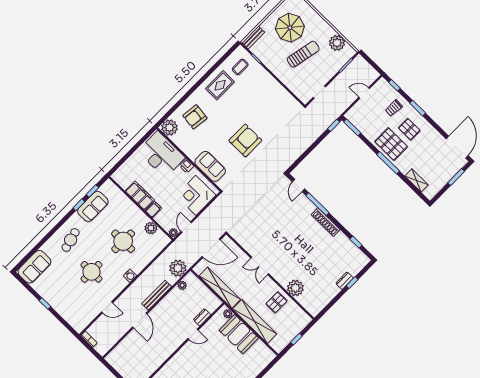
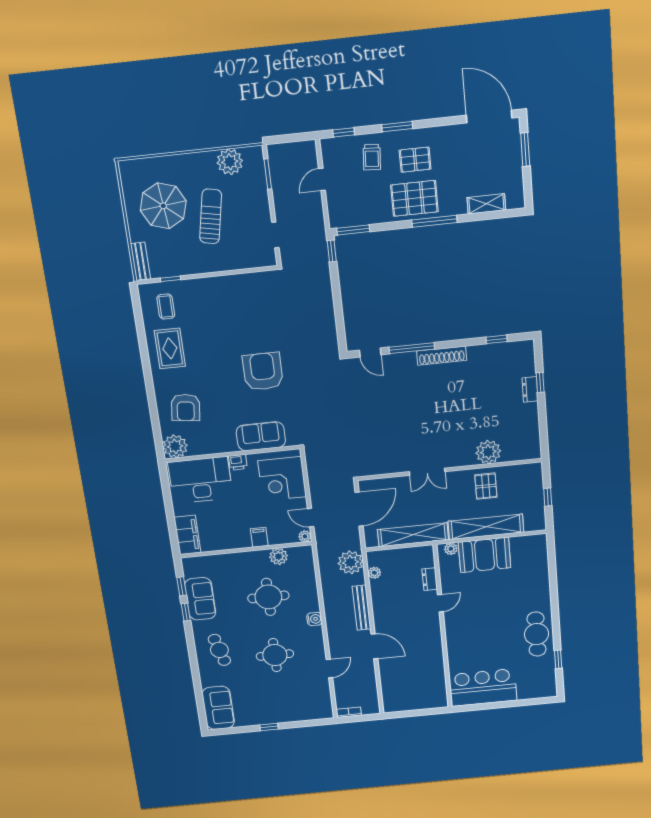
filing cabinet: (140, 196) -> (187, 535), moved, turned 90

